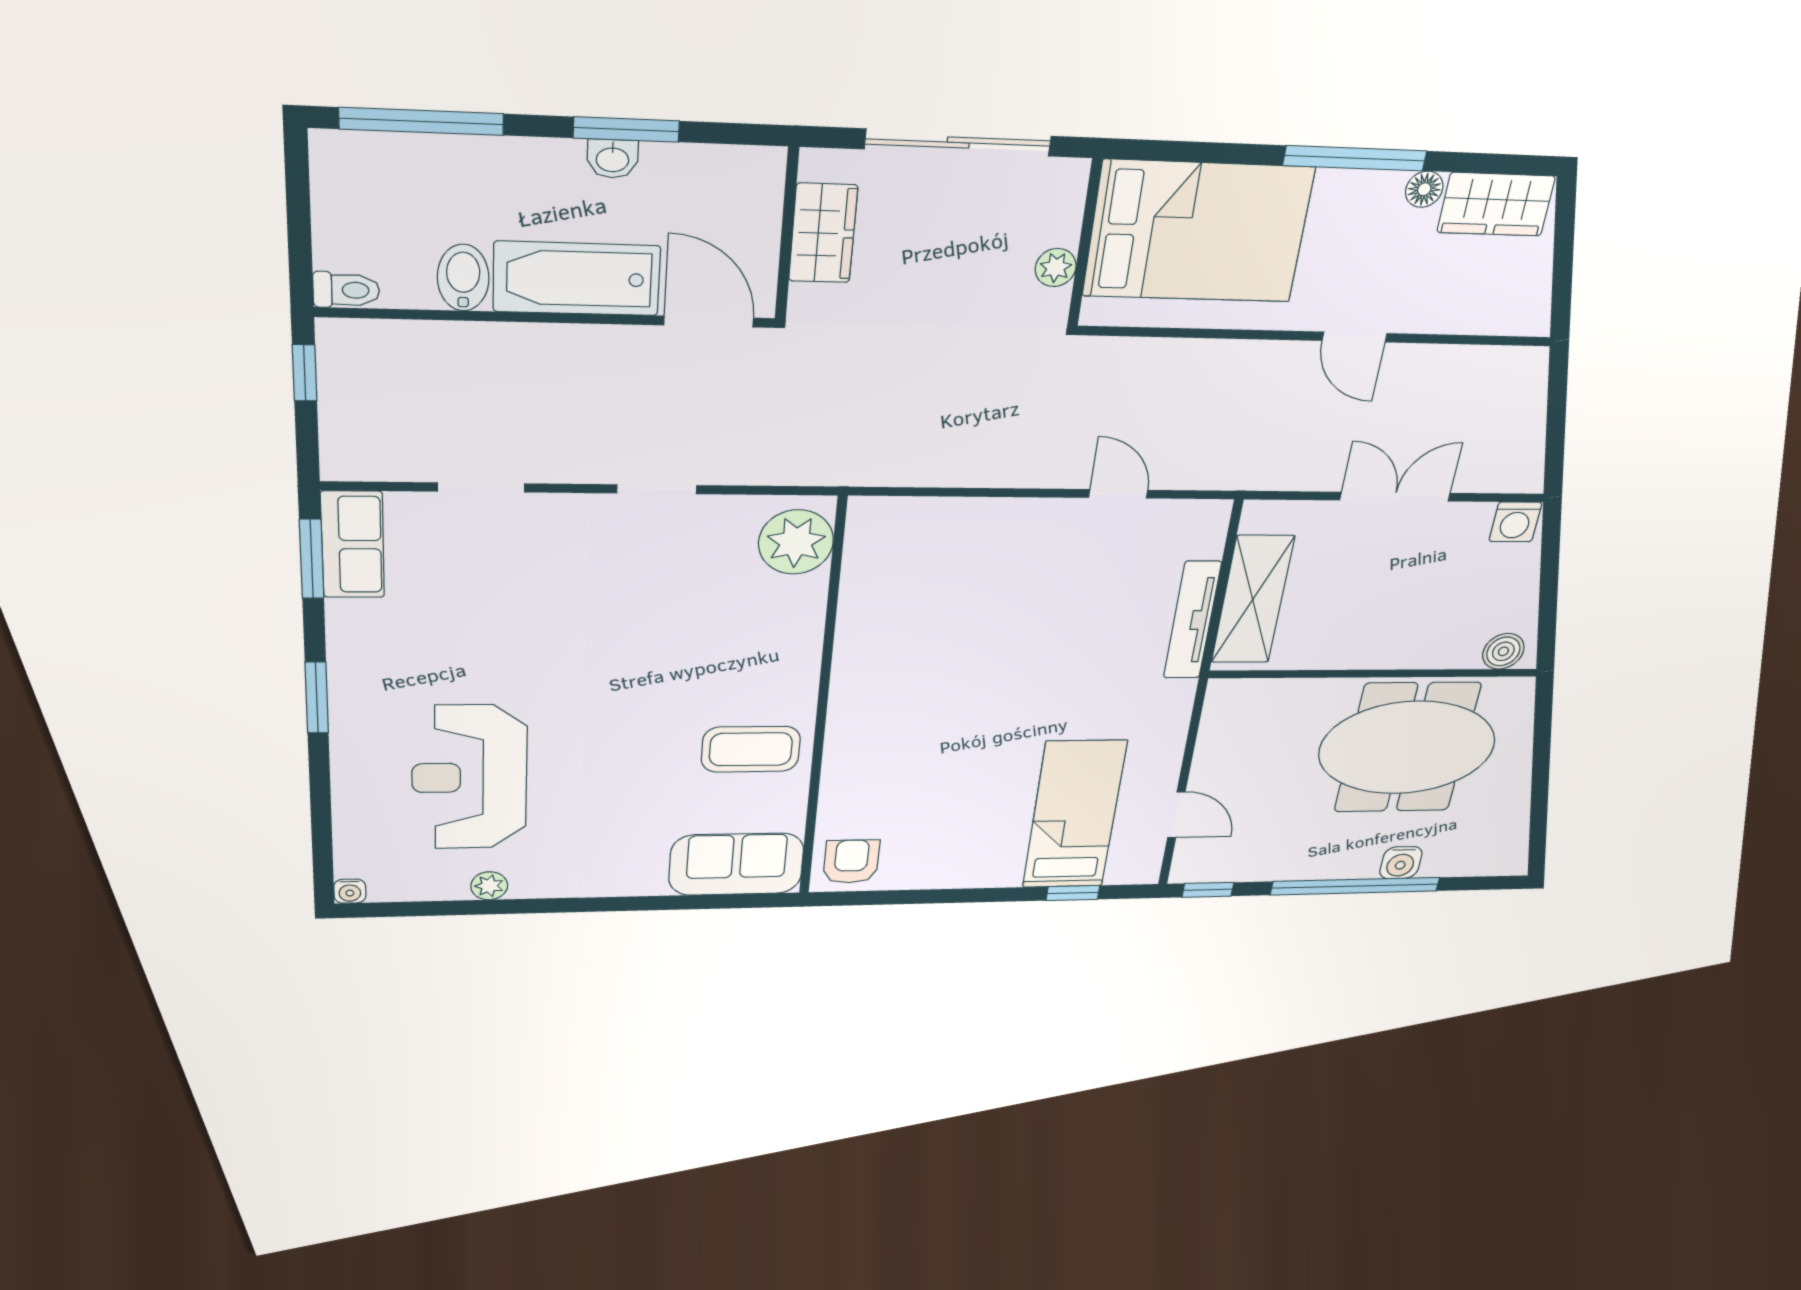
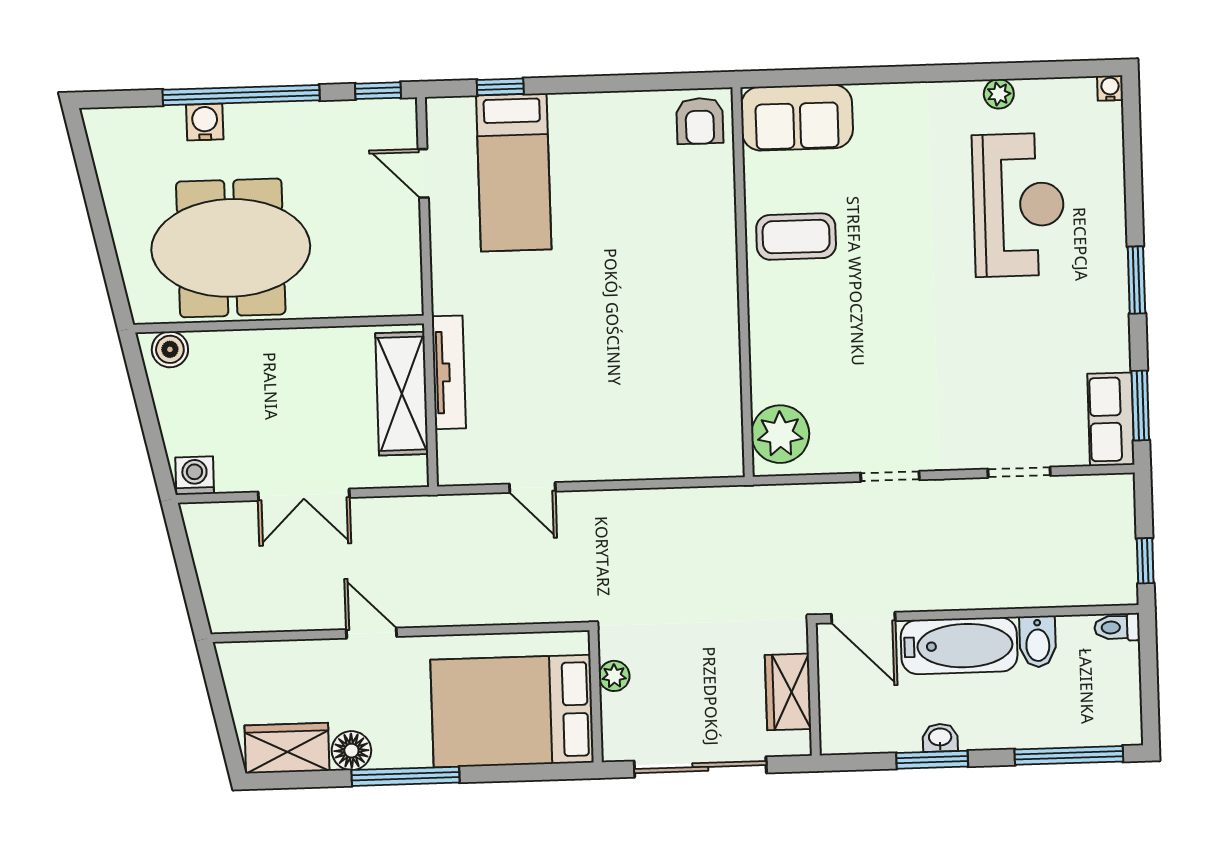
floor lamp: (1424, 189) -> (351, 751), width x1.37, depth x1.37

